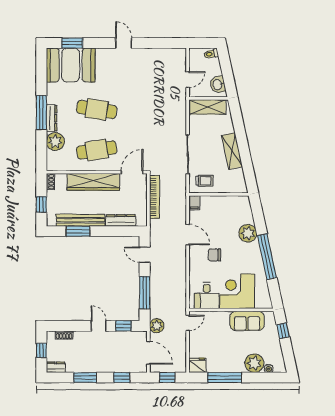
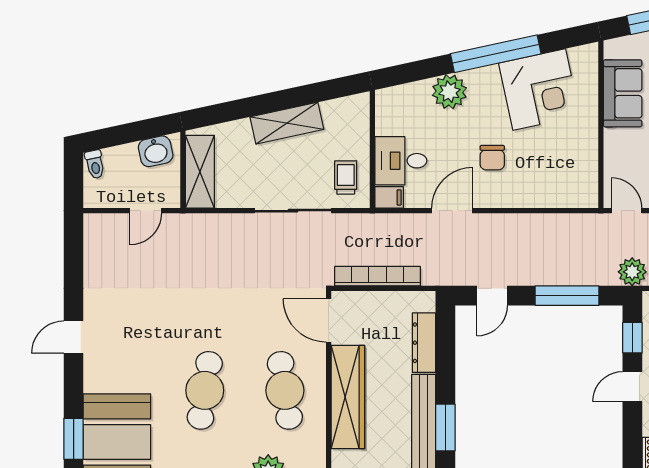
door: (188, 80) -> (146, 211), swing flipped
corner desk: (237, 291) -> (539, 90), moved, turned -102
desk: (207, 295) -> (401, 161), moved, turned 180

